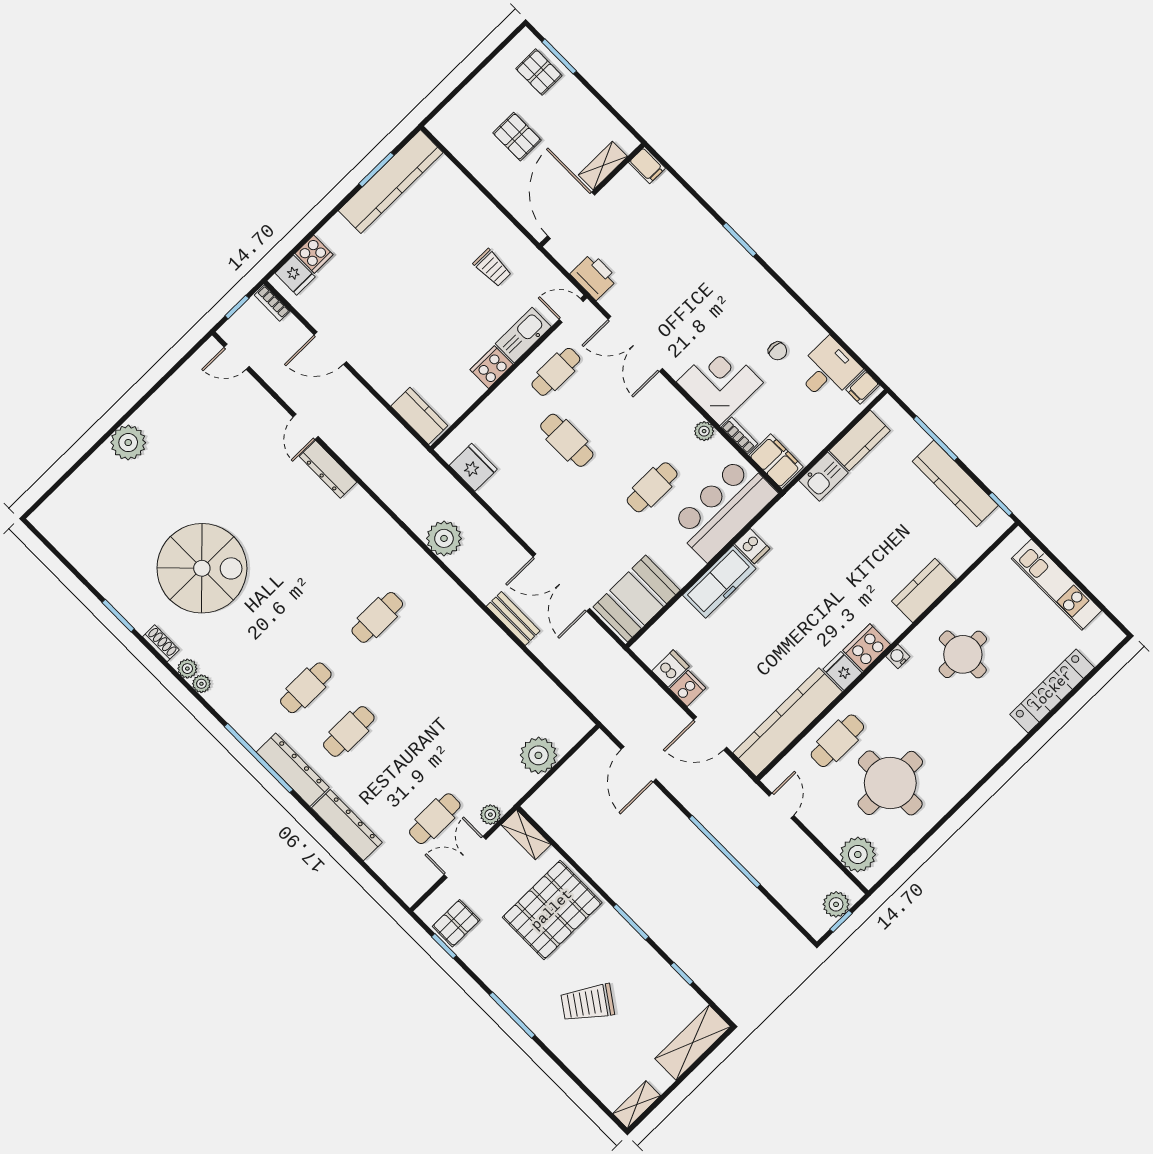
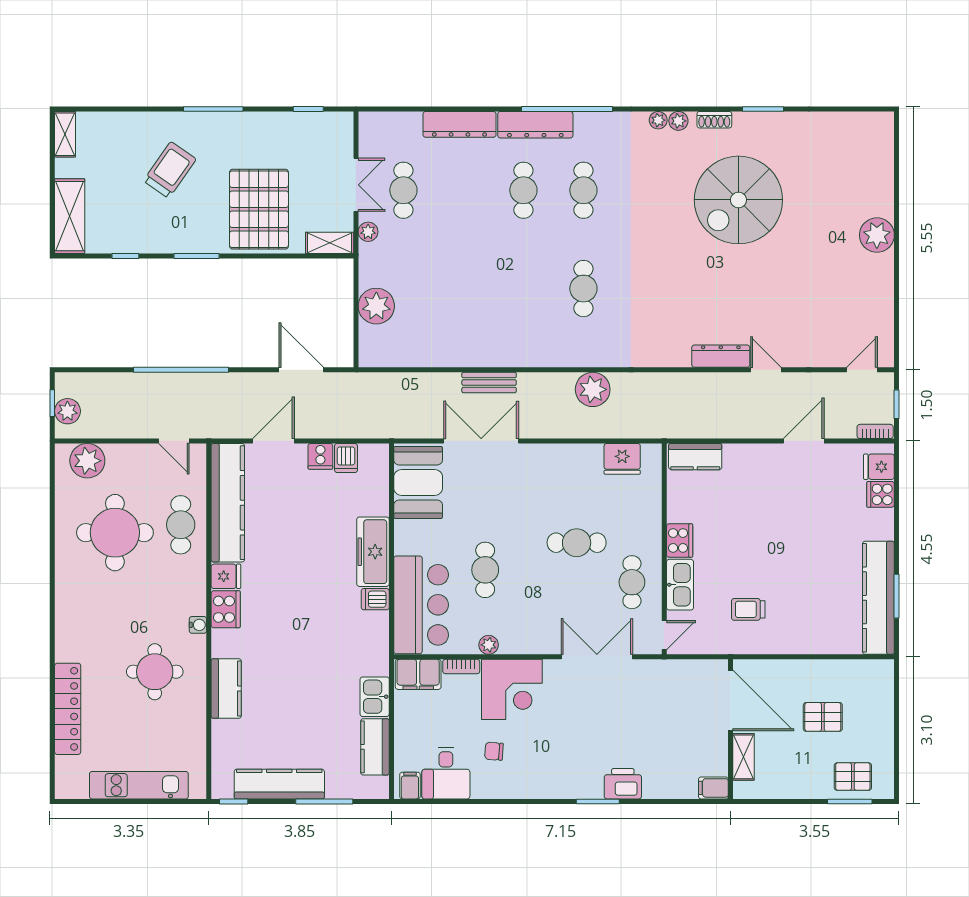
printer: (594, 276) -> (623, 784), moved, turned 180
pallet: (456, 923) -> (316, 133), removed

